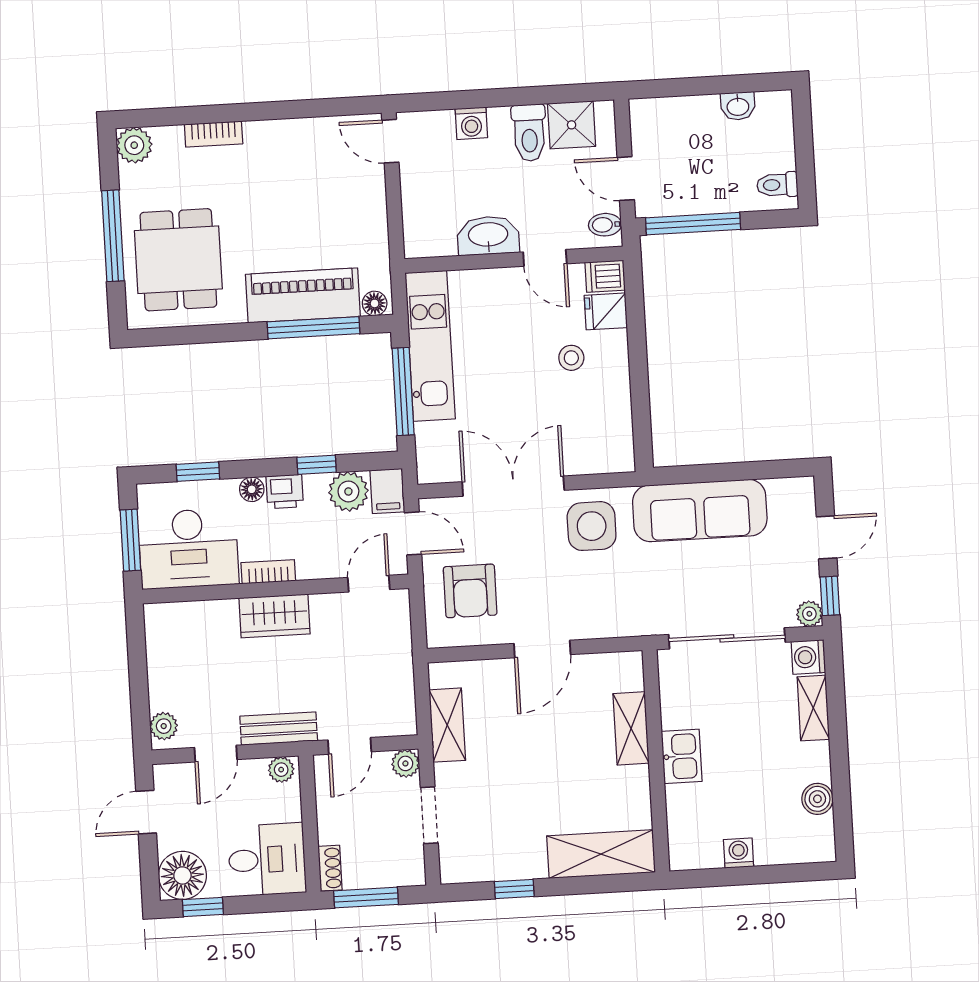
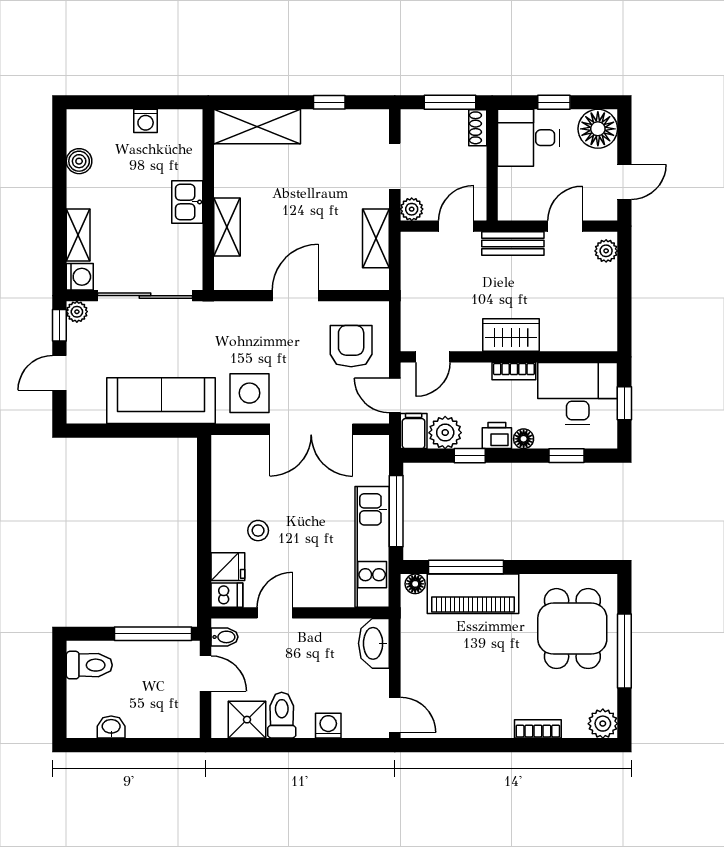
toilet: (777, 185) -> (89, 665), width x1.37, depth x1.39
washbasin: (488, 235) -> (374, 643), moved, turned 90
door: (545, 258) -> (275, 613), hinge flipped
window: (130, 540) -> (624, 403), width x0.67
plant: (281, 770) -> (513, 210), removed
window: (203, 907) -> (554, 102), moved

